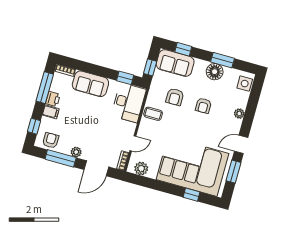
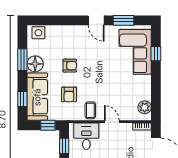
sofa: (175, 63) -> (37, 97), width x1.36
armchair: (175, 97) -> (69, 95), turned 90
desk: (129, 103) -> (86, 136), width x0.73
plant: (239, 114) -> (68, 30), removed
door: (133, 143) -> (112, 122), moved
corner sofa: (193, 166) -> (135, 52), width x0.73, depth x0.74

